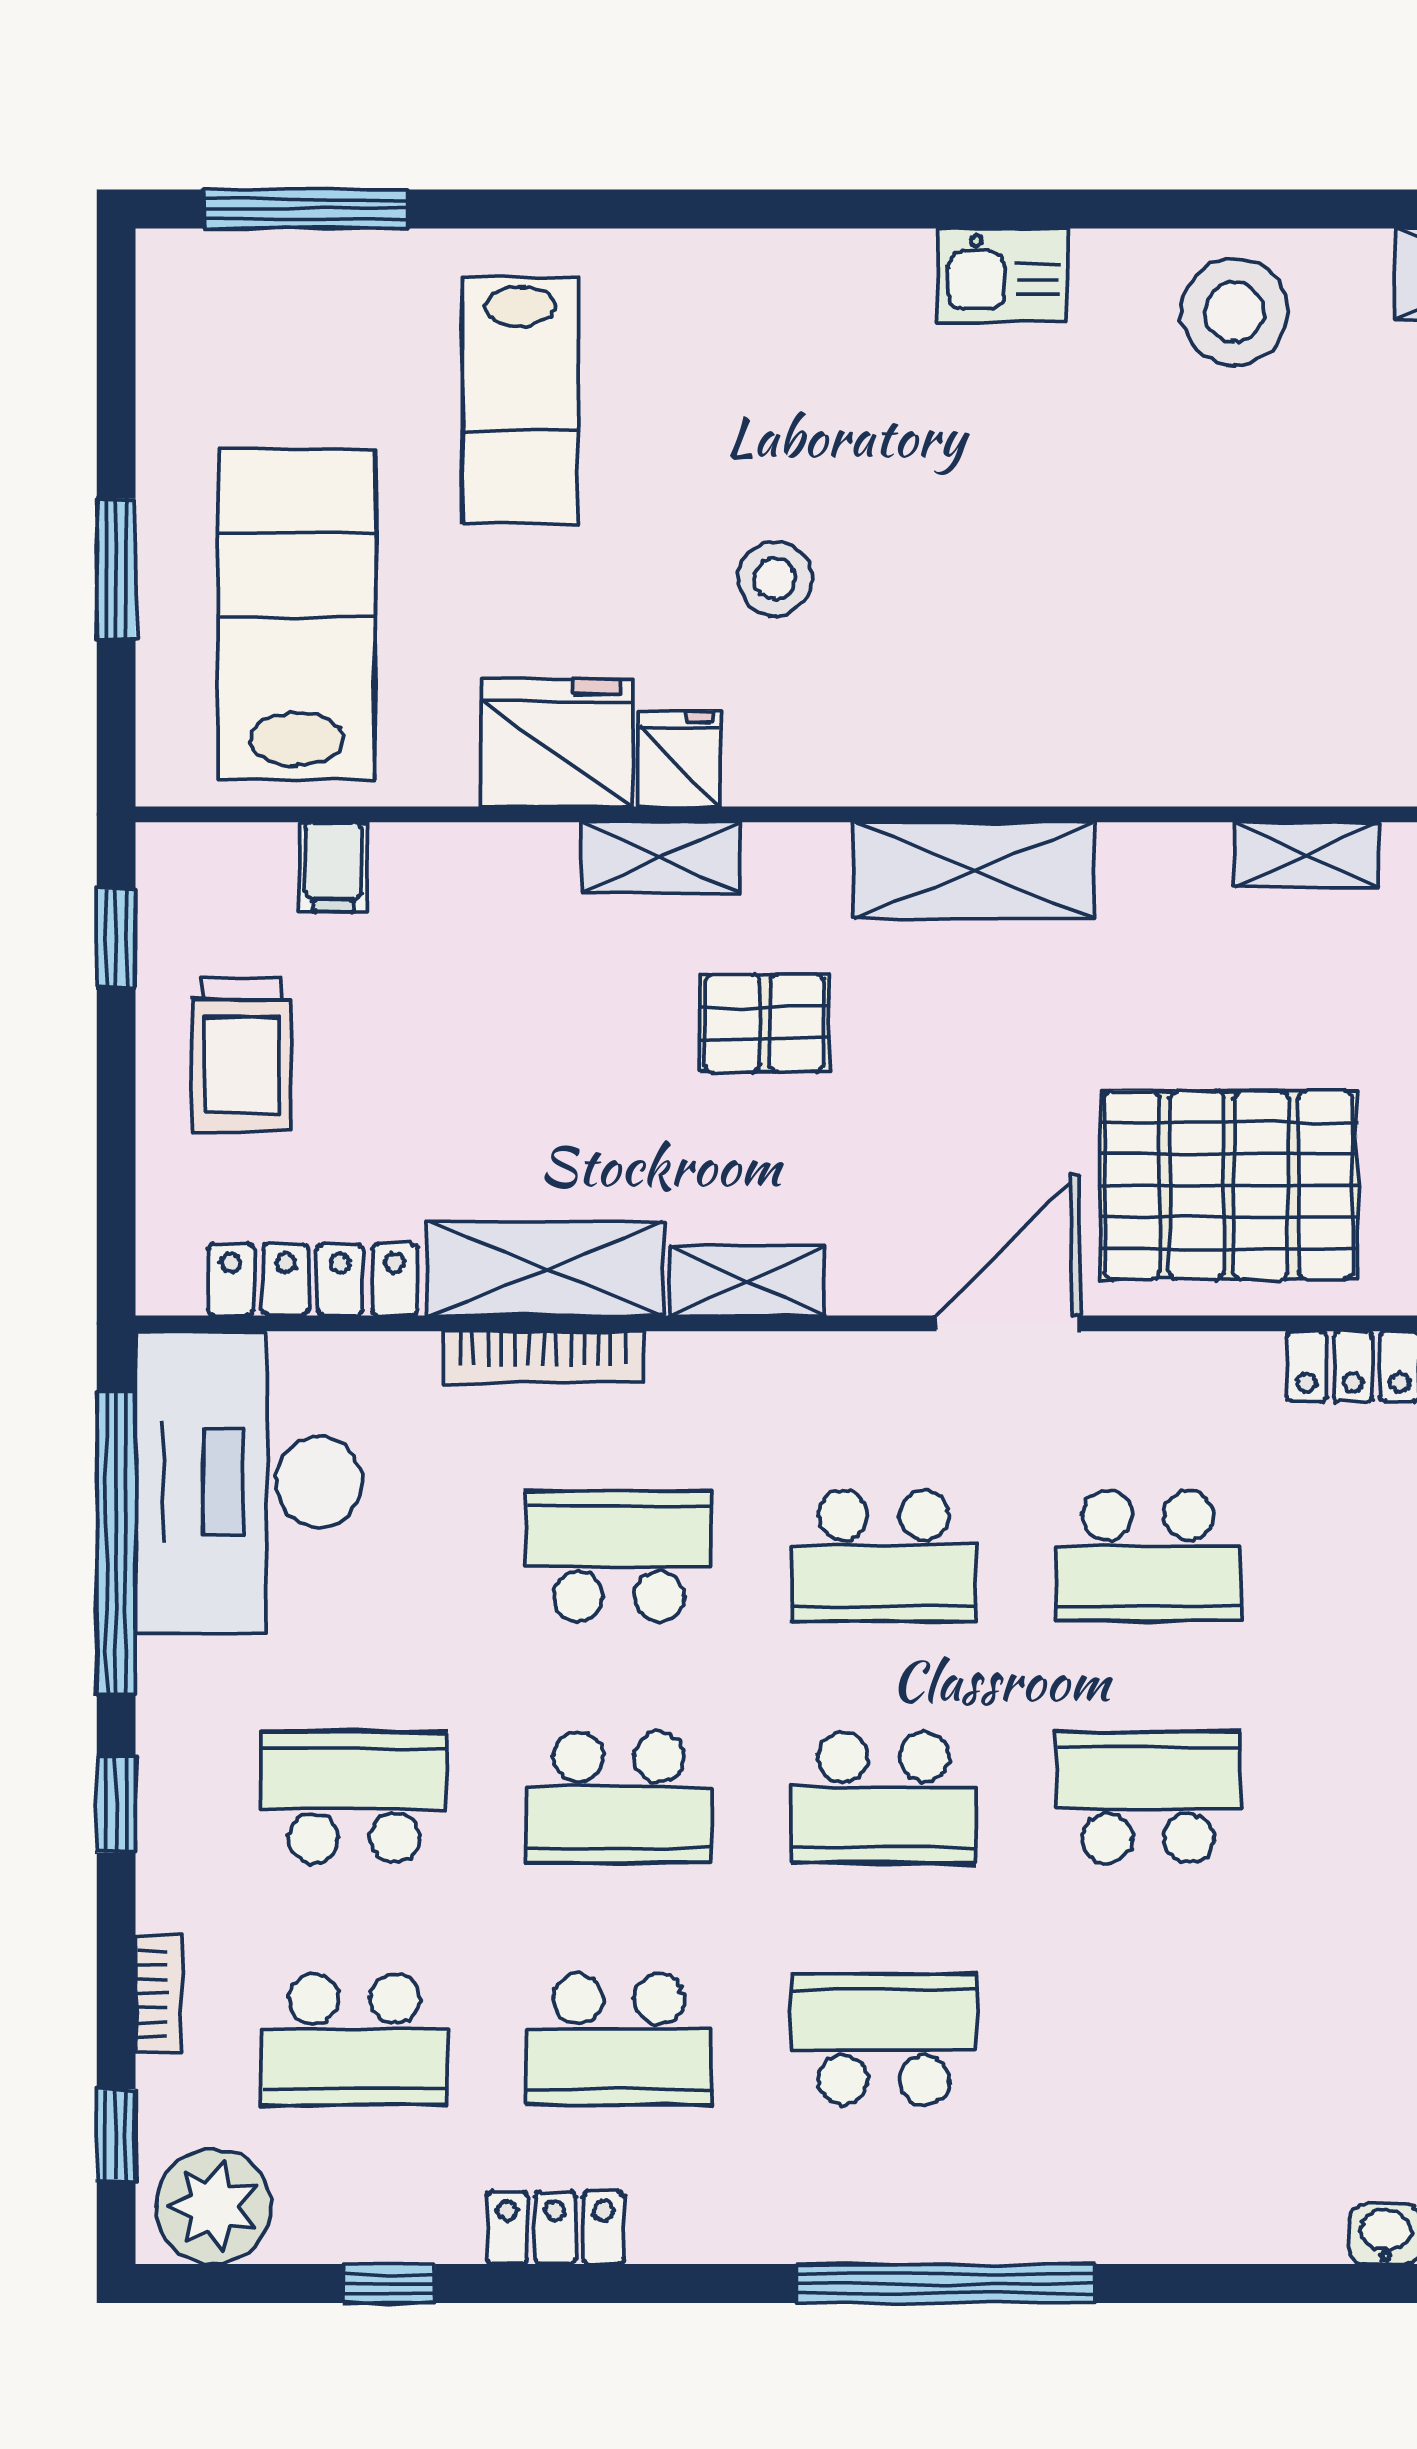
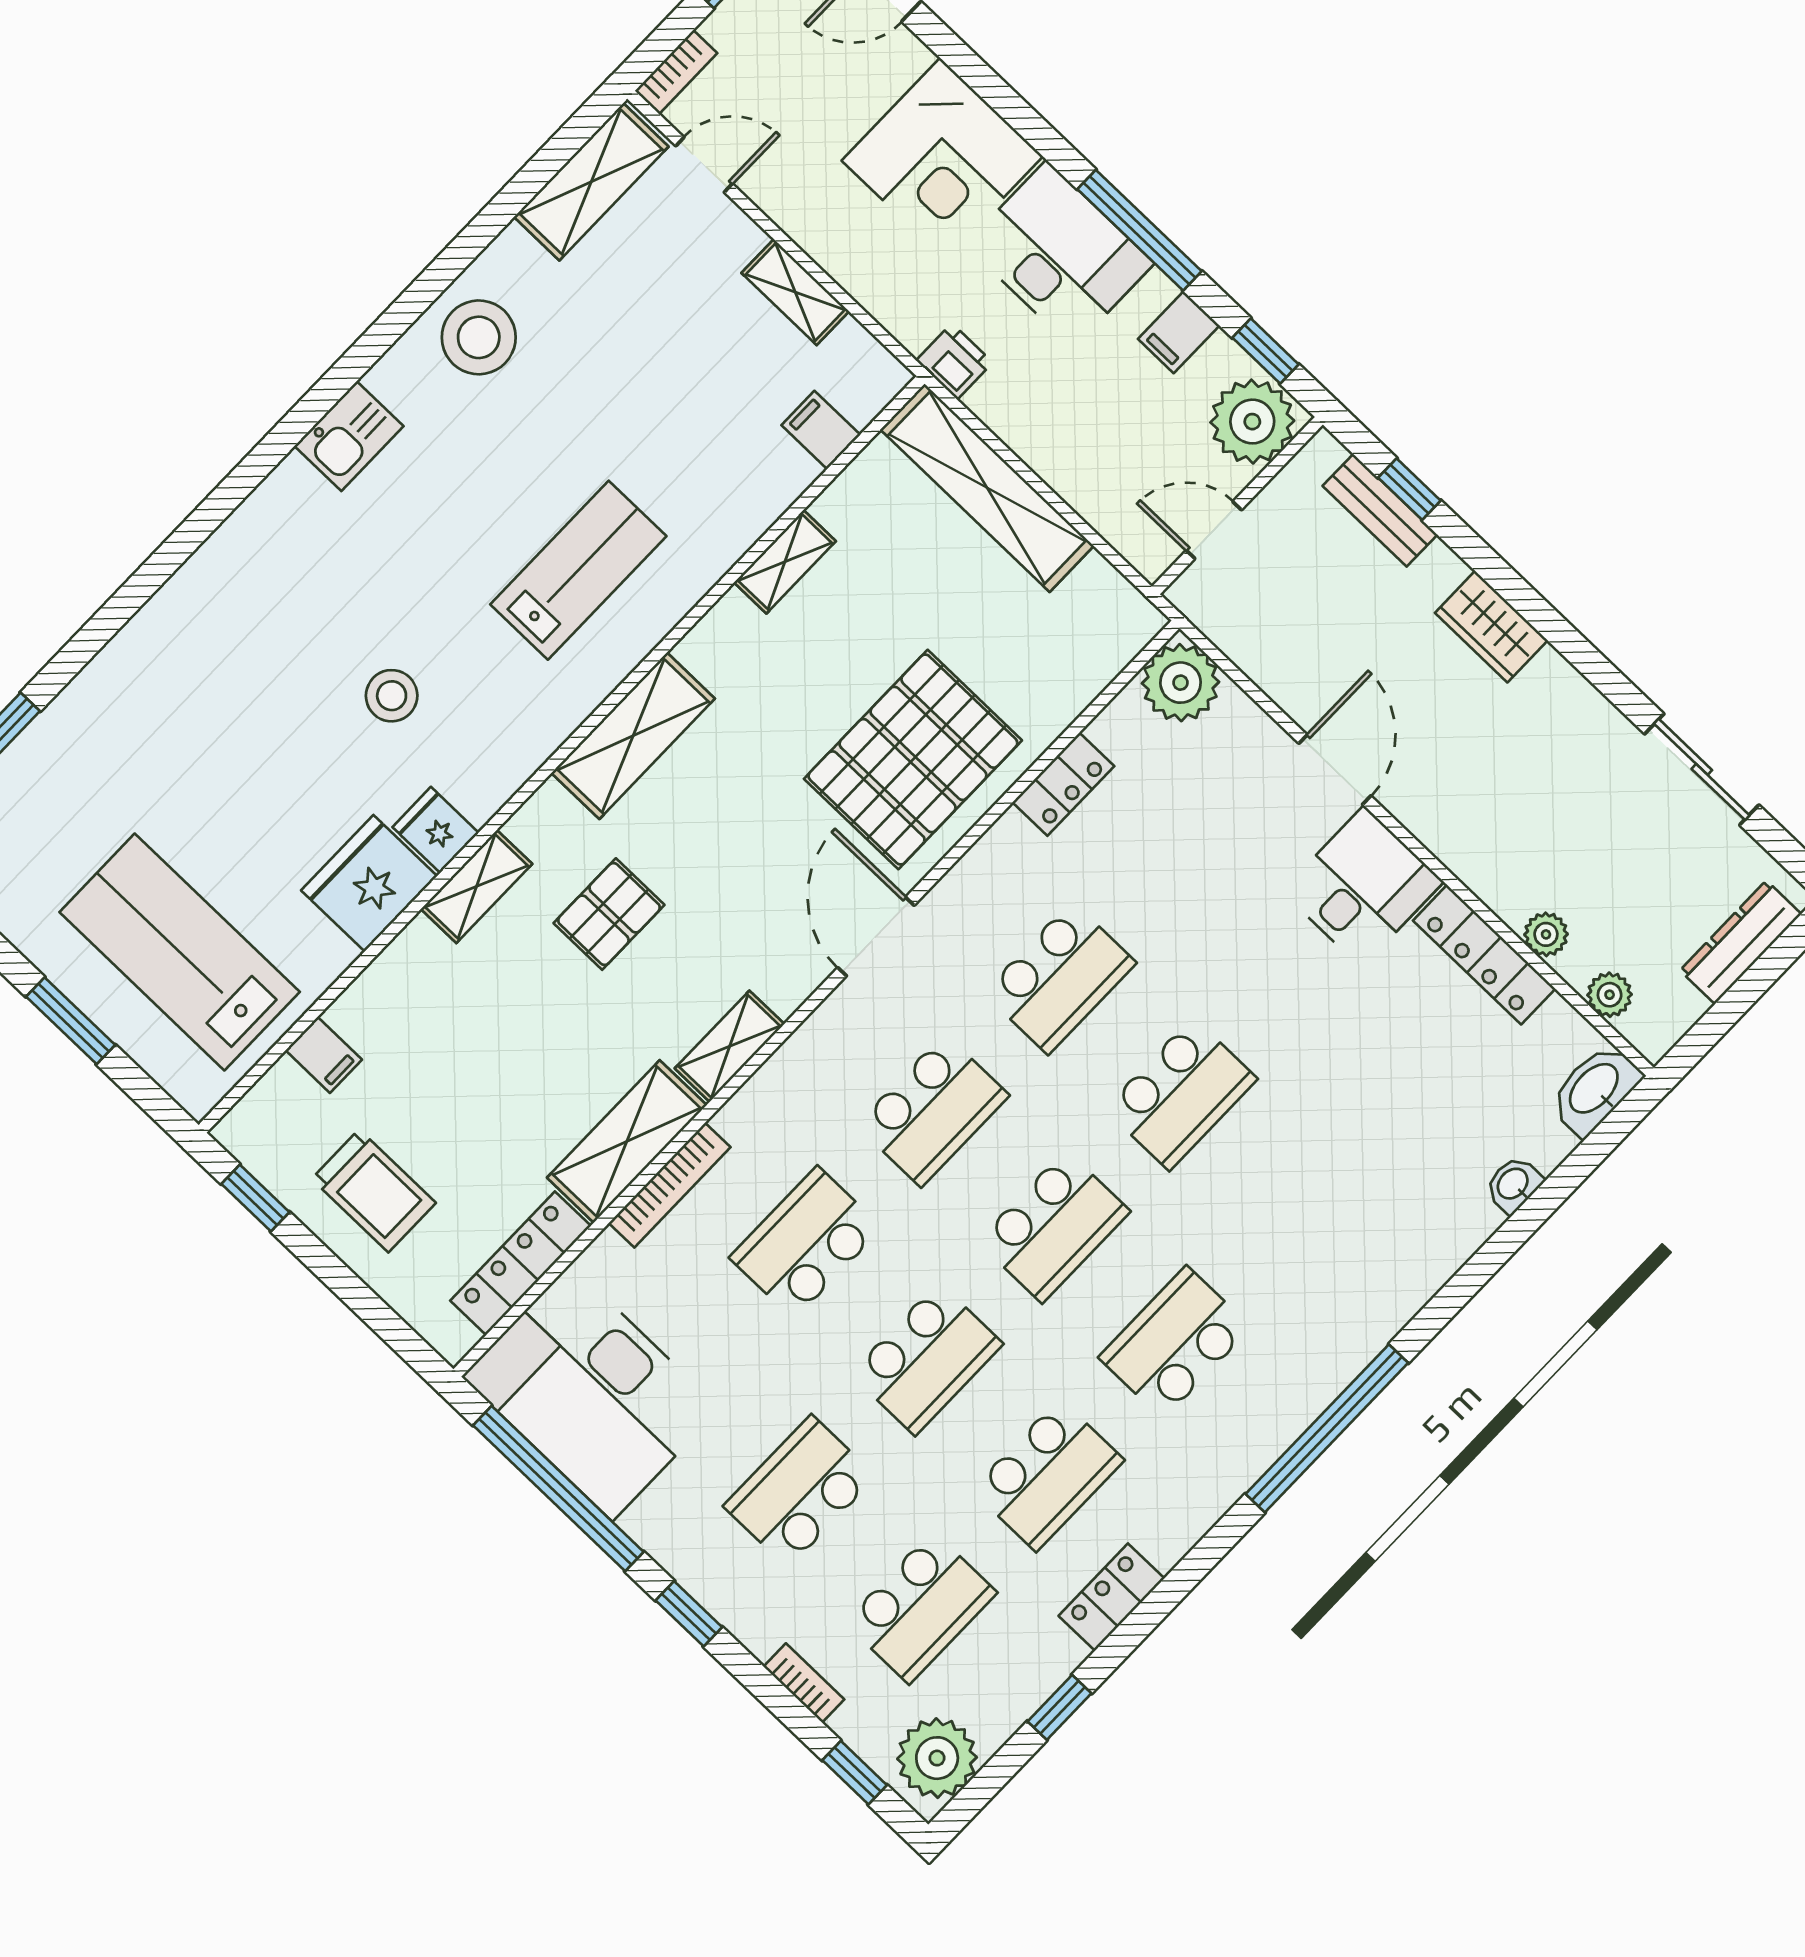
lab bench: (520, 400) -> (578, 570), moved, turned -90
school desk: (1148, 1798) -> (1181, 1094), turned 180

